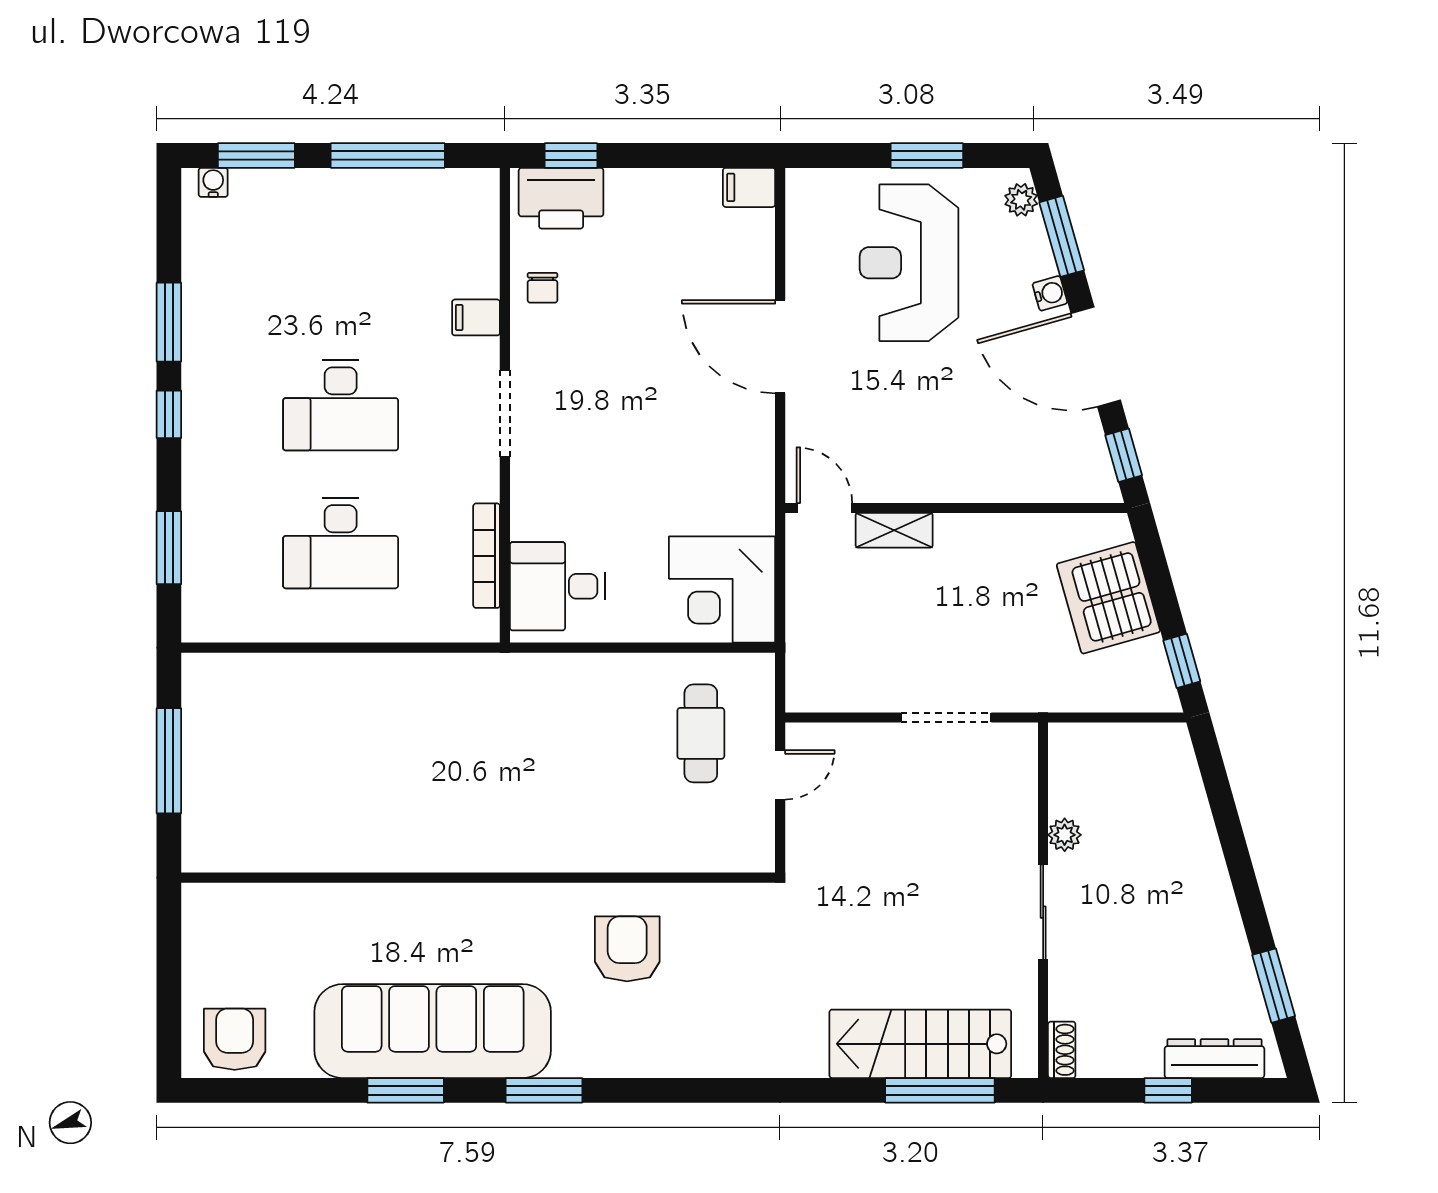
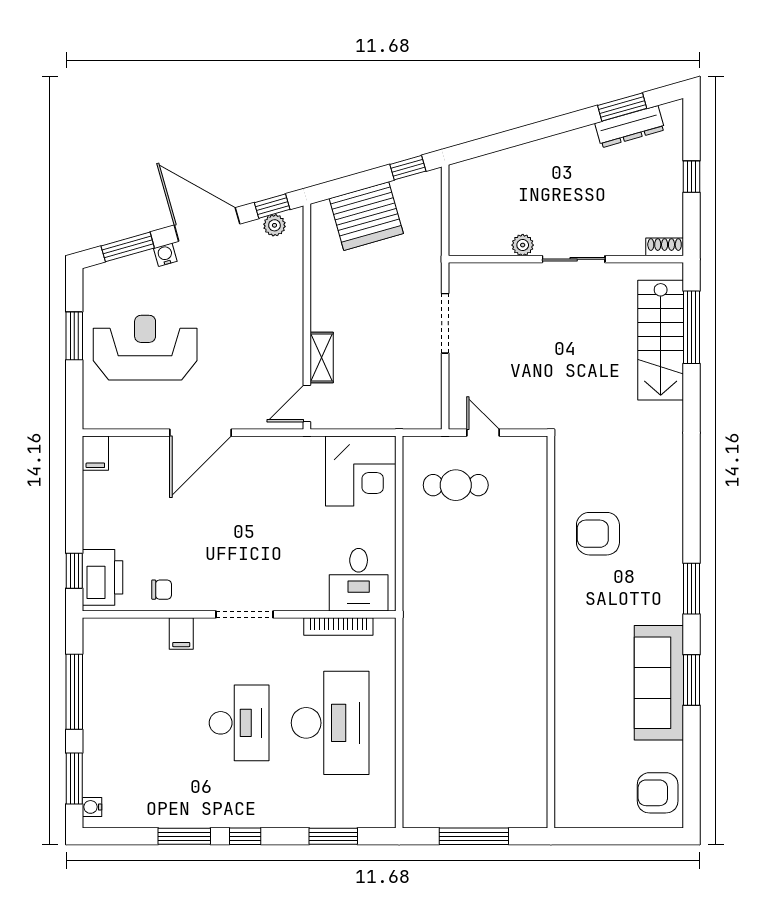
plant: (1021, 200) -> (274, 225), moved
reception desk: (909, 263) -> (145, 348), turned 180
door: (1096, 357) -> (207, 224), swing flipped
desk: (341, 543) -> (330, 723), width x1.36, depth x1.30
sofa: (433, 1031) -> (659, 683), width x0.74, depth x0.79
dresser: (1214, 1059) -> (630, 127), moved, turned -106

